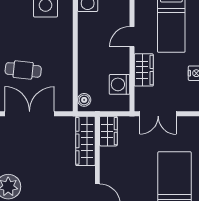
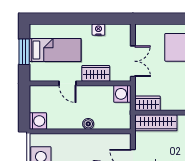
washing machine: (120, 84) -> (122, 94), moved, turned 90
boiler: (84, 100) -> (88, 124), moved

